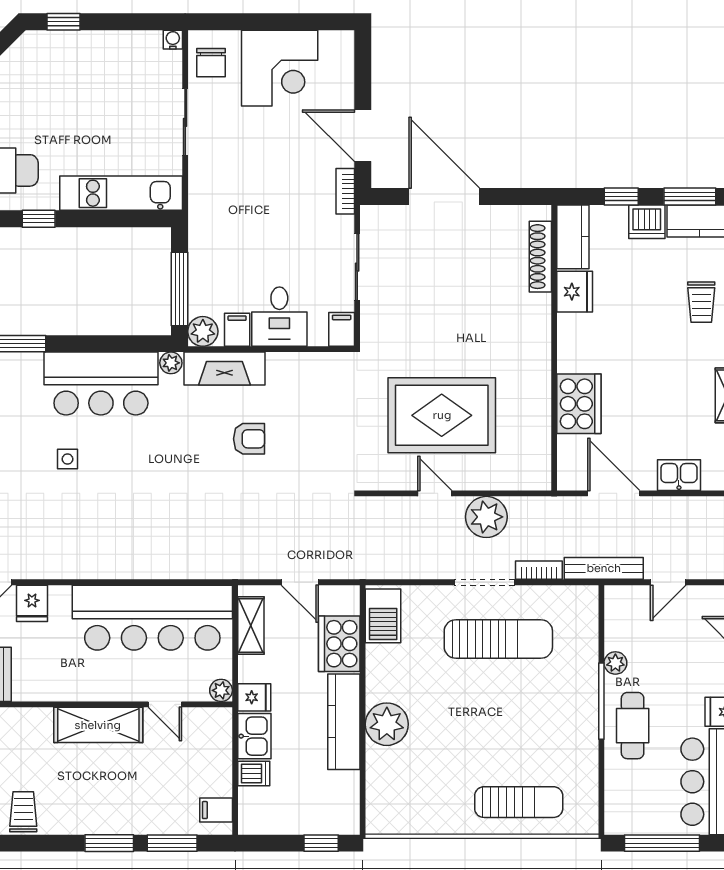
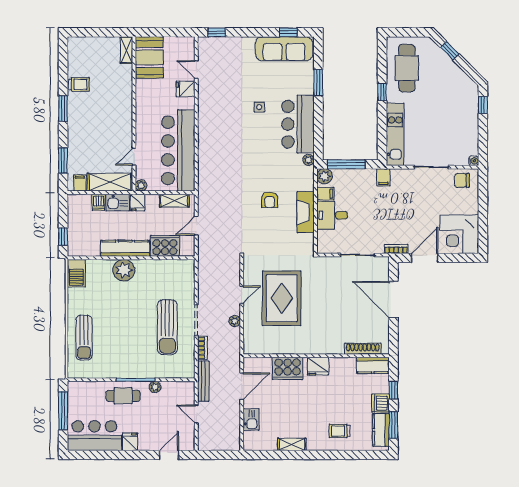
corner desk: (280, 68) -> (459, 234), moved
door: (444, 197) -> (393, 300), swing flipped
fridge: (575, 292) -> (318, 366), moved
filing cabinet: (342, 329) -> (383, 177), moved, turned 90
fireplace: (224, 369) -> (306, 212), moved
plant: (486, 517) -> (235, 321), width x0.53, depth x0.53
barbecue: (383, 616) -> (76, 273), moved, turned -90
shelving: (98, 725) -> (110, 182), moved, turned 90
window: (109, 843) -> (63, 108), moved

